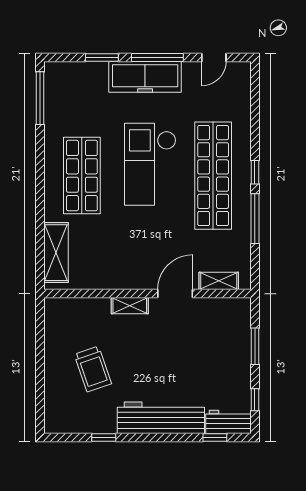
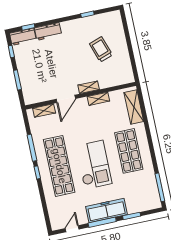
shelving: (117, 281) -> (98, 99), added
workbench: (161, 418) -> (48, 31), width x0.53, depth x0.76

